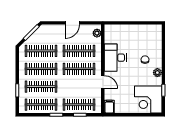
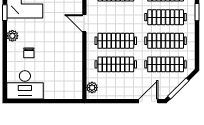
door: (72, 23) -> (148, 101), moved
desk: (115, 58) -> (25, 85), moved, turned 90

